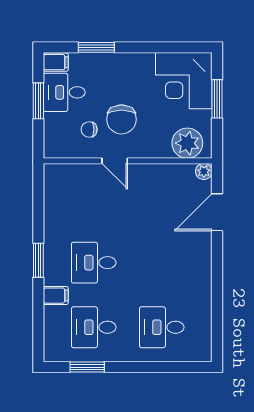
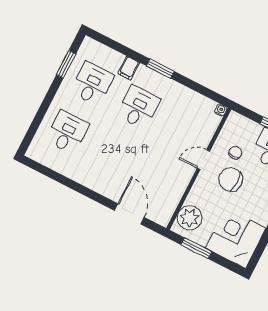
window: (217, 99) -> (196, 248), moved
water cooler: (50, 170) -> (221, 110), added
plant: (204, 171) -> (163, 219), removed

